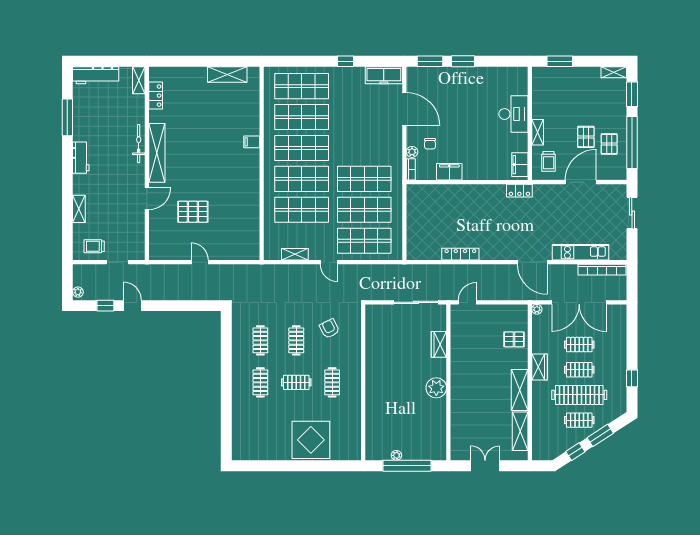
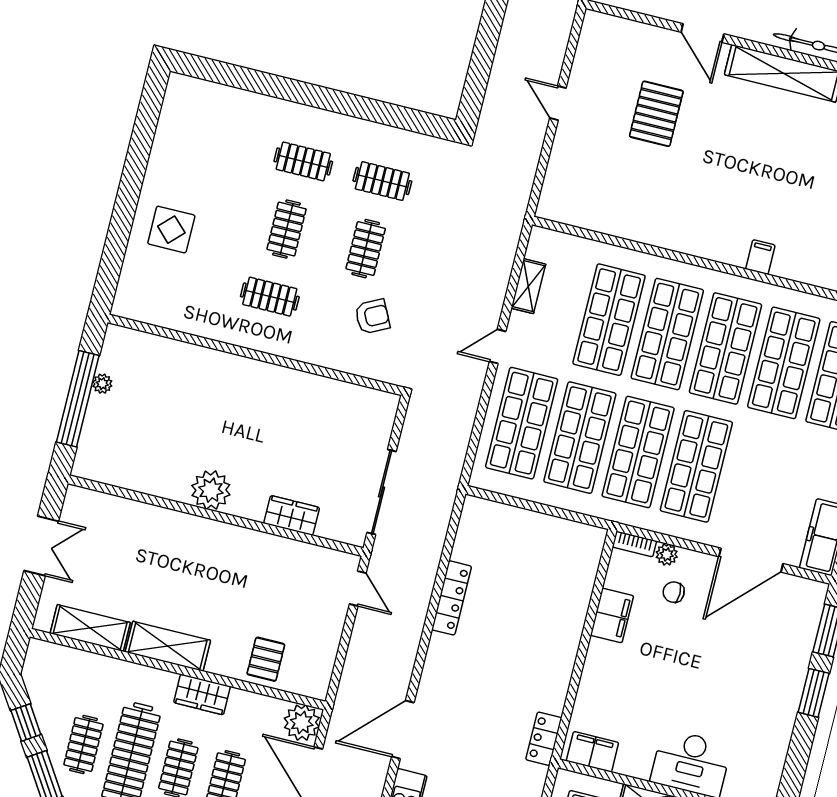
shop shelf: (364, 148) -> (696, 466), added
door: (200, 262) -> (558, 103), swing flipped
plant: (537, 309) -> (302, 723), width x1.88, depth x1.88
clothes rail: (296, 340) -> (366, 249), turned 90
display table: (311, 440) -> (171, 230), width x0.54, depth x0.54

